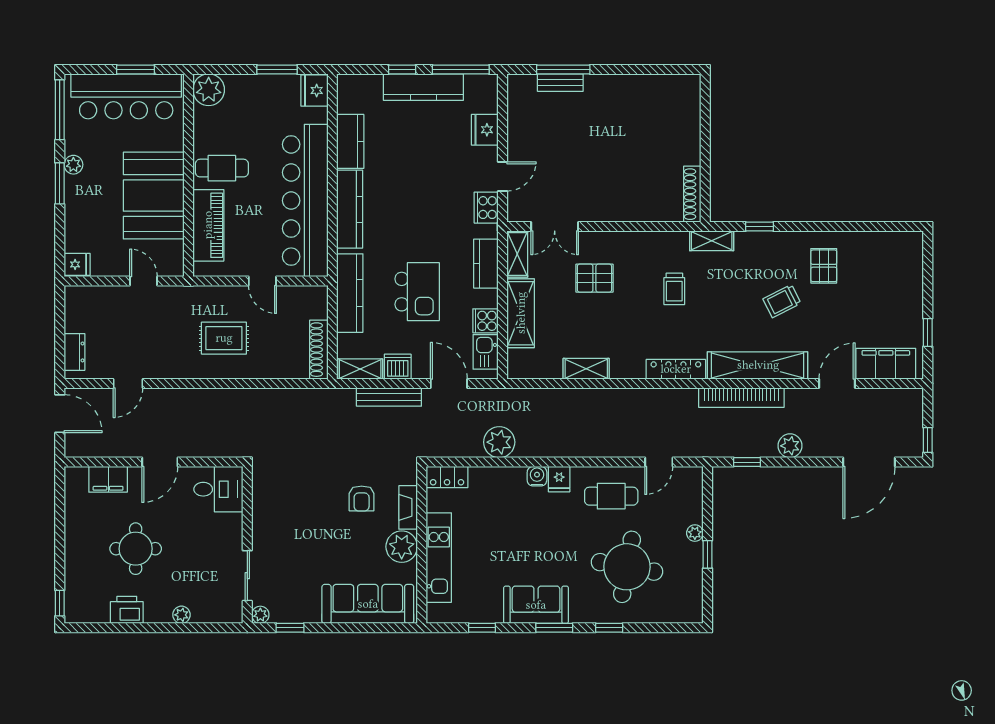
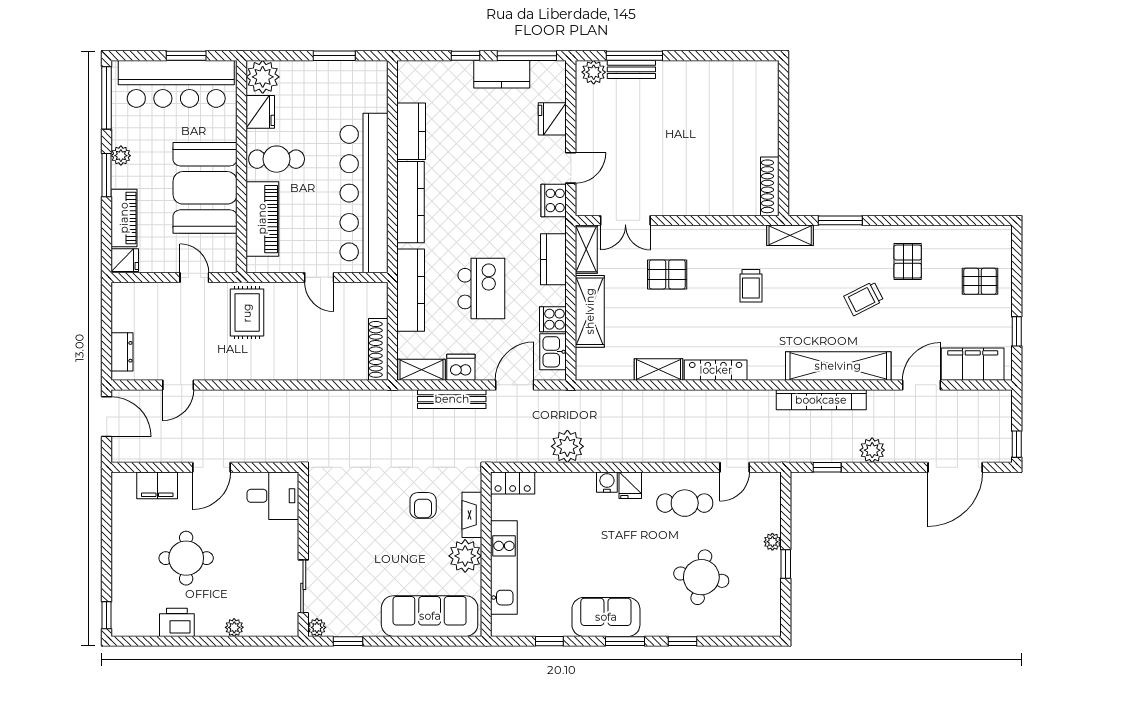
plant: (524, 85) -> (594, 72), added
kitchen counter: (423, 87) -> (502, 74), width x0.67
fridge: (314, 90) -> (260, 112), moved, turned 180
piano: (76, 224) -> (124, 218), added
window: (760, 227) -> (840, 220), width x1.50
pallet: (893, 285) -> (980, 281), added
rug: (224, 338) -> (247, 313), moved, turned 90
locker: (676, 369) -> (716, 370), moved
door: (449, 384) -> (515, 385), hinge flipped
round table: (627, 567) -> (701, 577), width x0.73, depth x0.73

